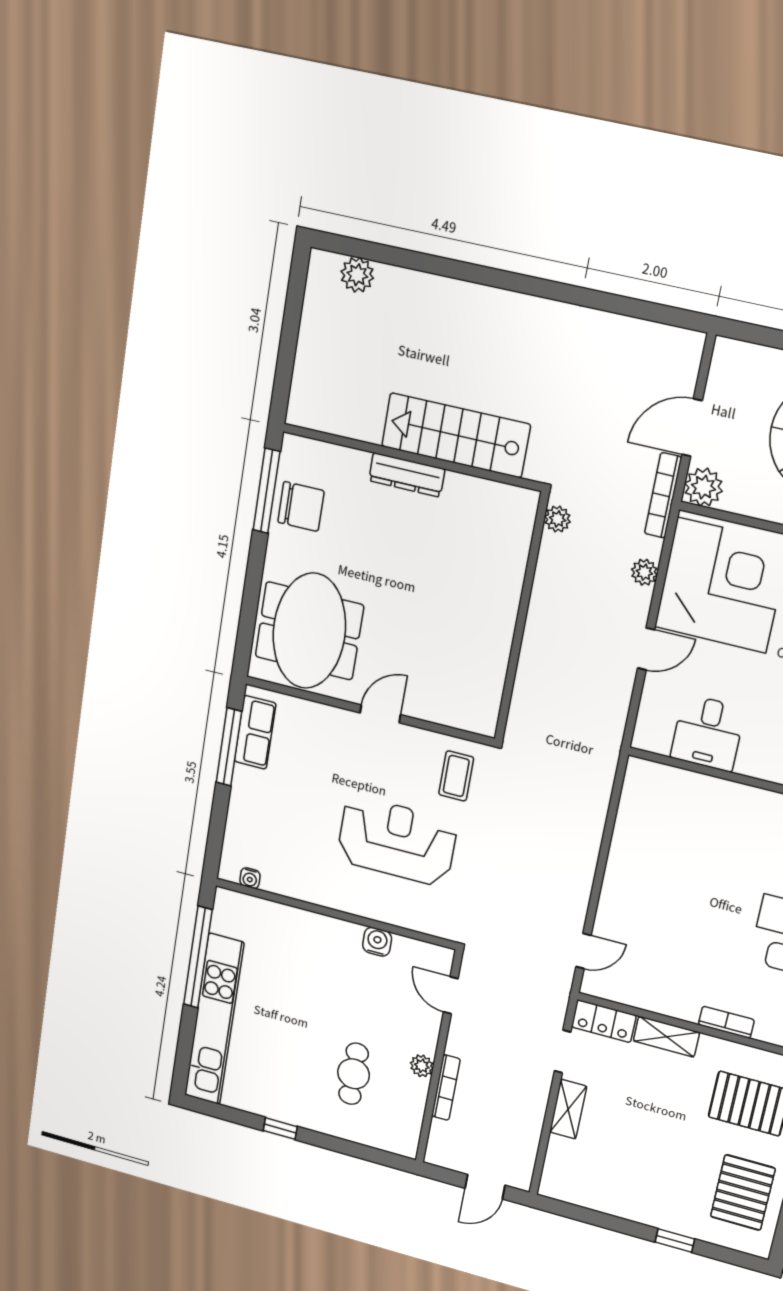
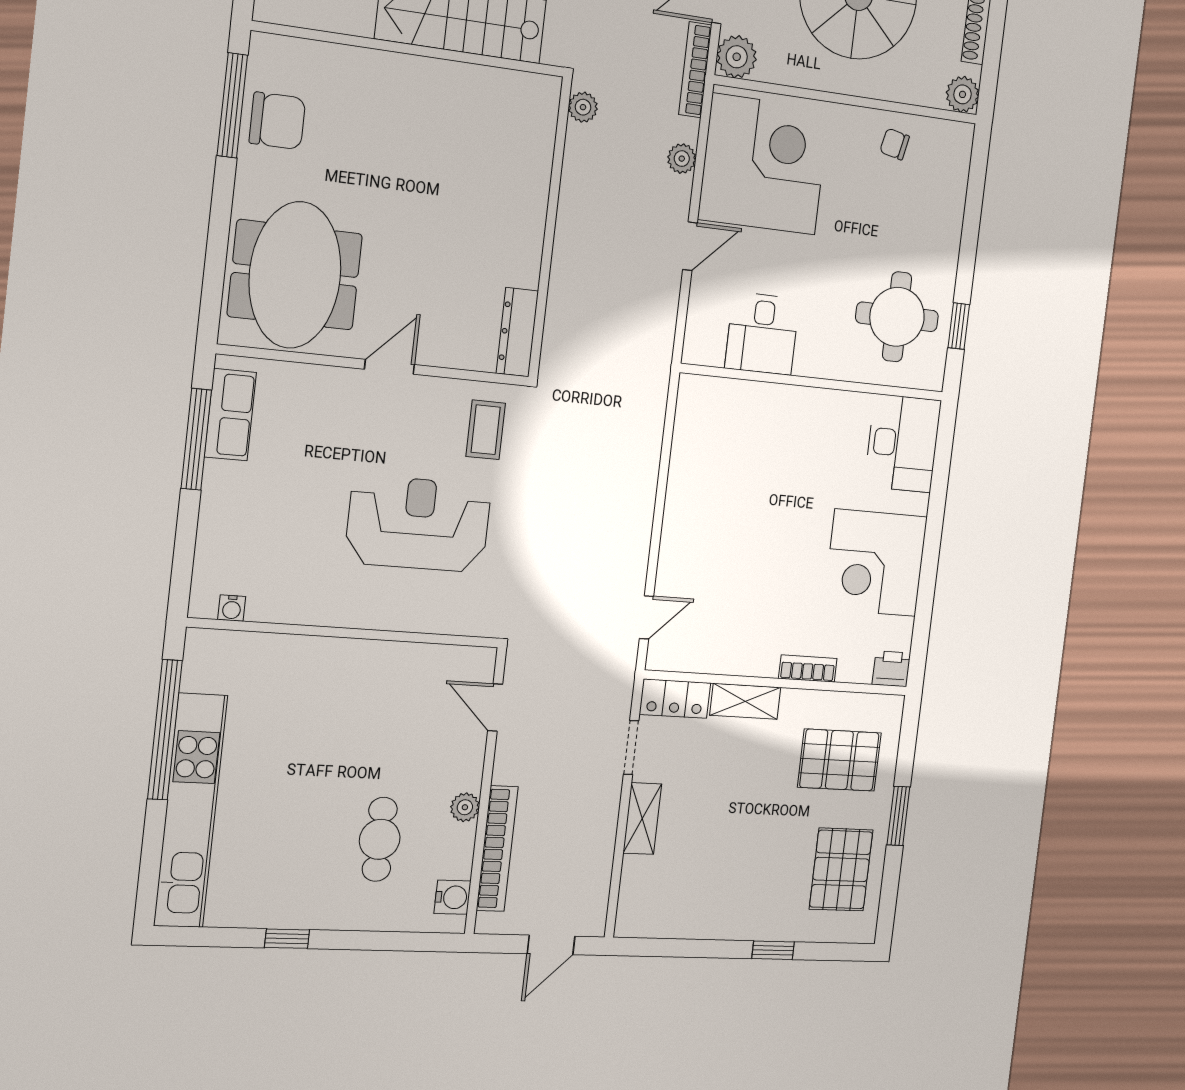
dresser: (407, 475) -> (517, 332), moved, turned 90
water cooler: (377, 942) -> (452, 897), moved, turned 90
bookcase: (446, 1088) -> (497, 849), width x1.48, depth x1.31

